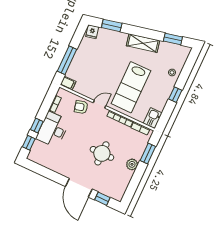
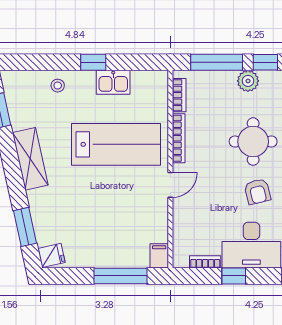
door: (100, 104) -> (170, 185), swing flipped
armchair: (81, 107) -> (257, 192), moved
kitchen sink: (153, 118) -> (113, 82), moved
window: (37, 125) -> (234, 276), moved
window: (148, 154) -> (217, 62), width x1.44
window: (137, 177) -> (265, 62), added

